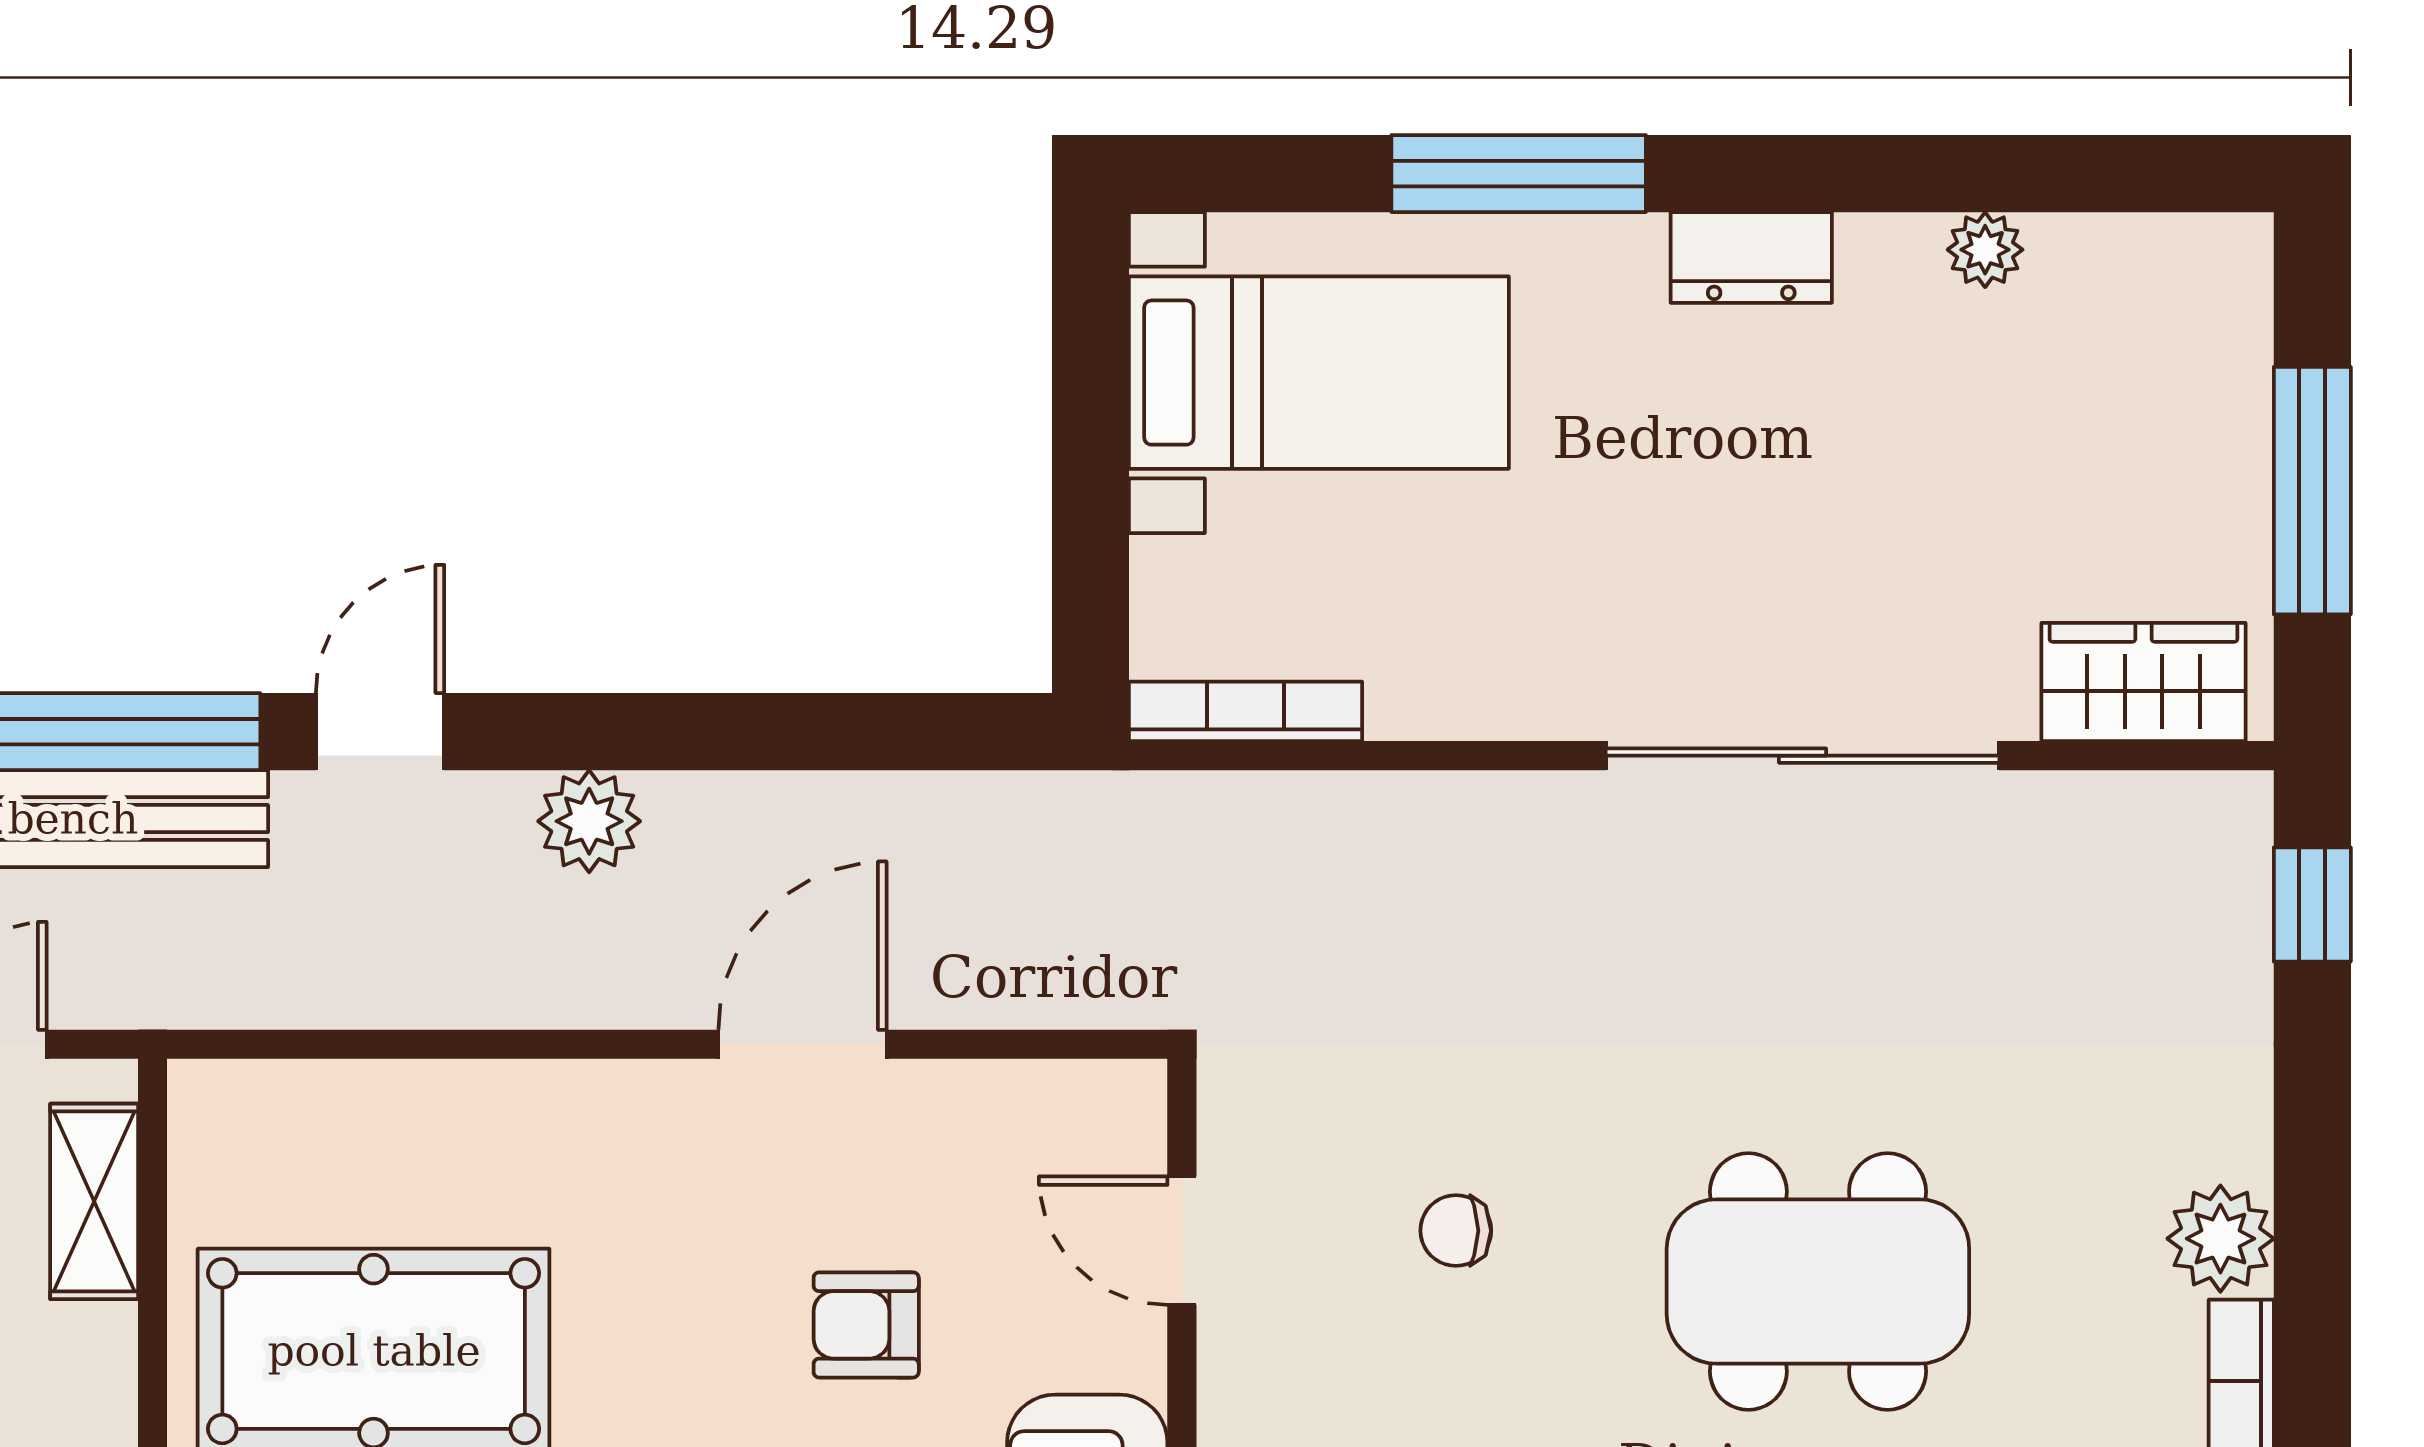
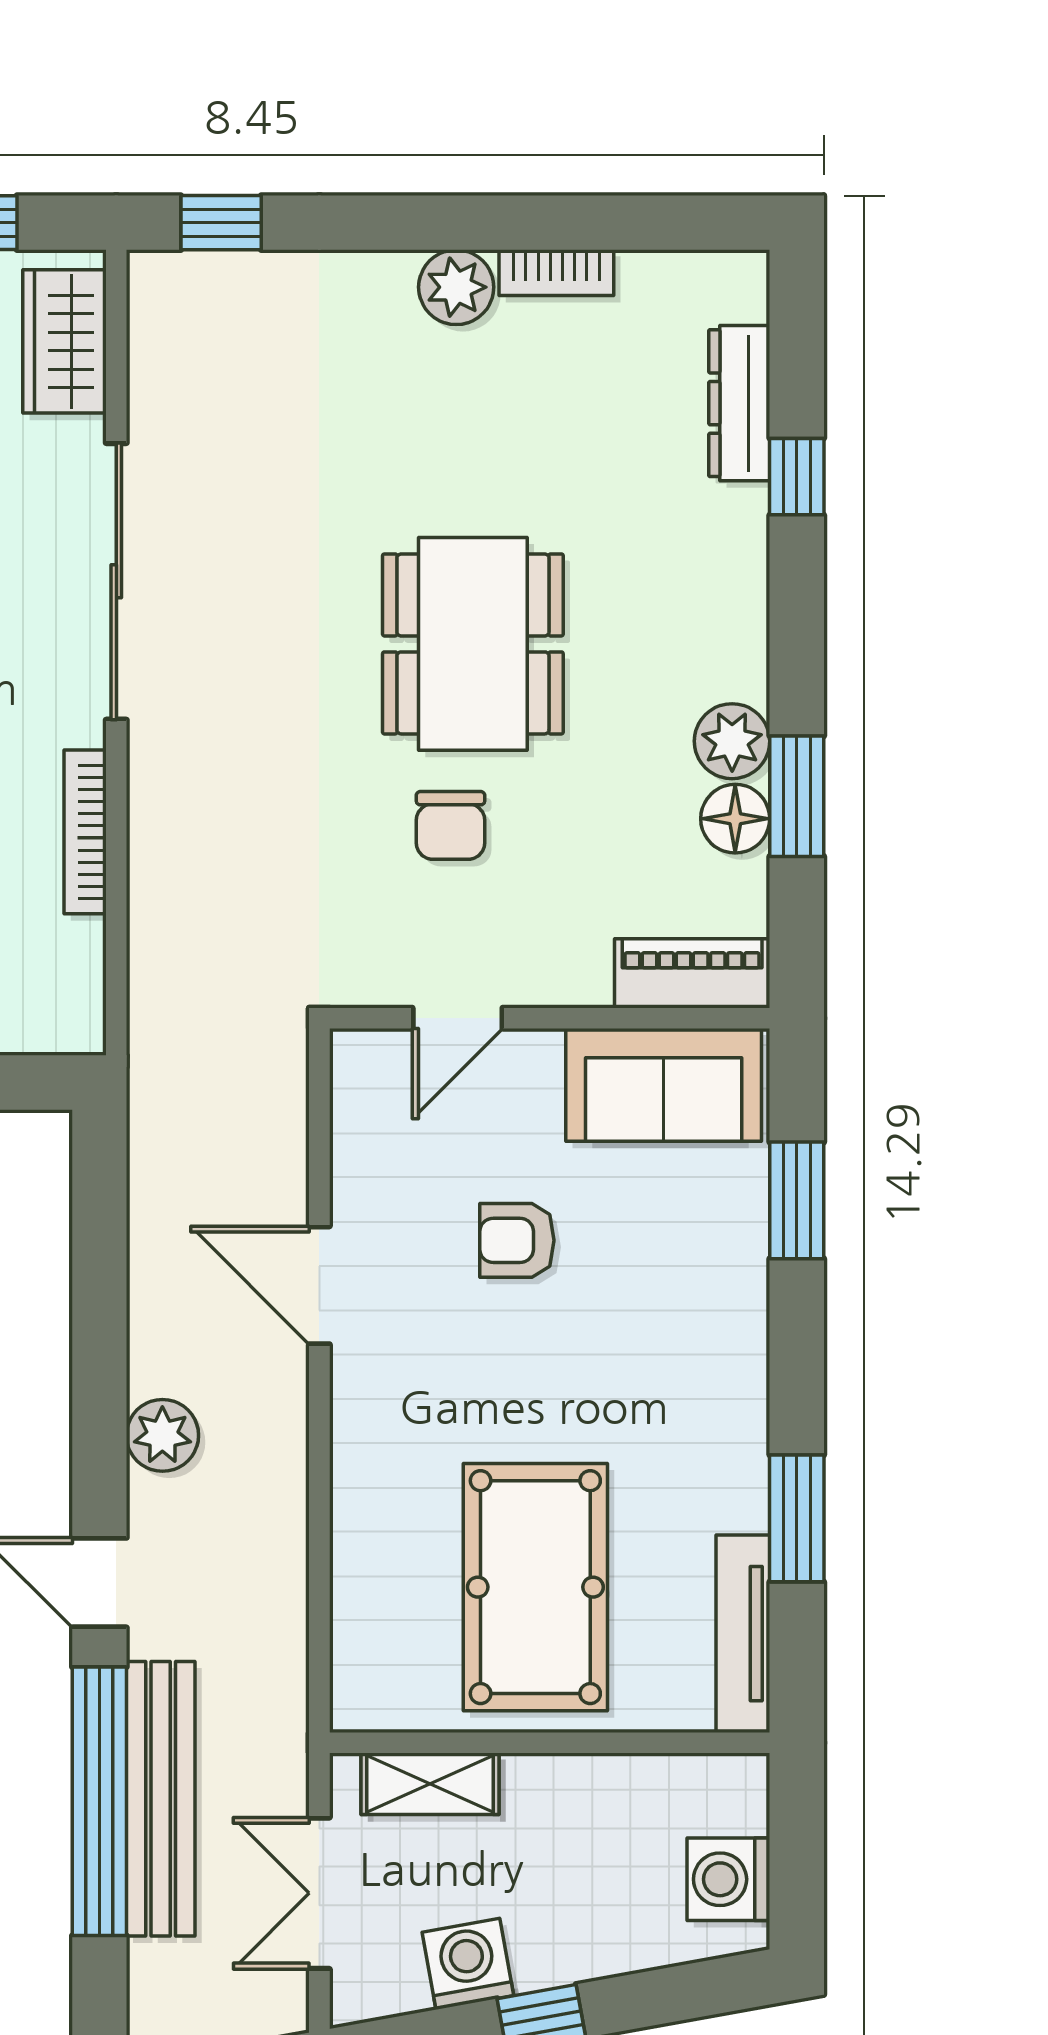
bookcase: (1246, 711) -> (85, 832), moved
chair: (1456, 1231) -> (451, 825), width x1.37, depth x1.37
dining table: (1818, 1281) -> (473, 644), moved
armchair: (866, 1325) -> (517, 1240), turned 90

